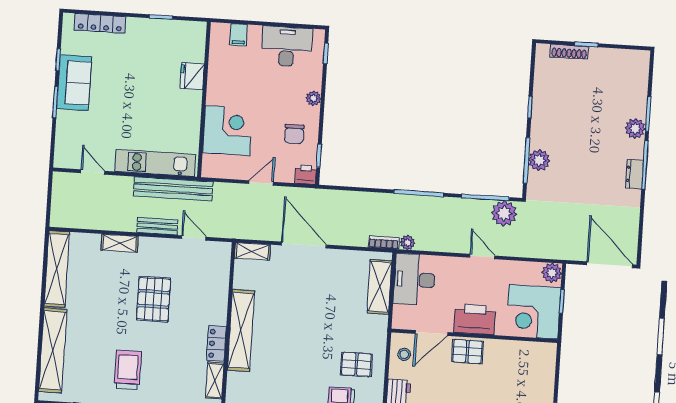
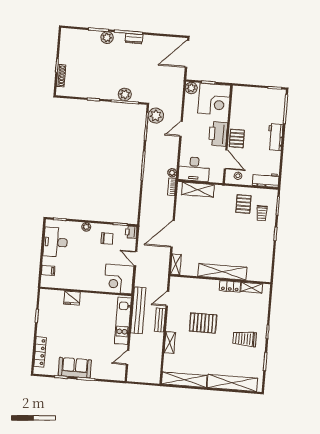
corner desk: (228, 131) -> (119, 279), moved, turned -90

